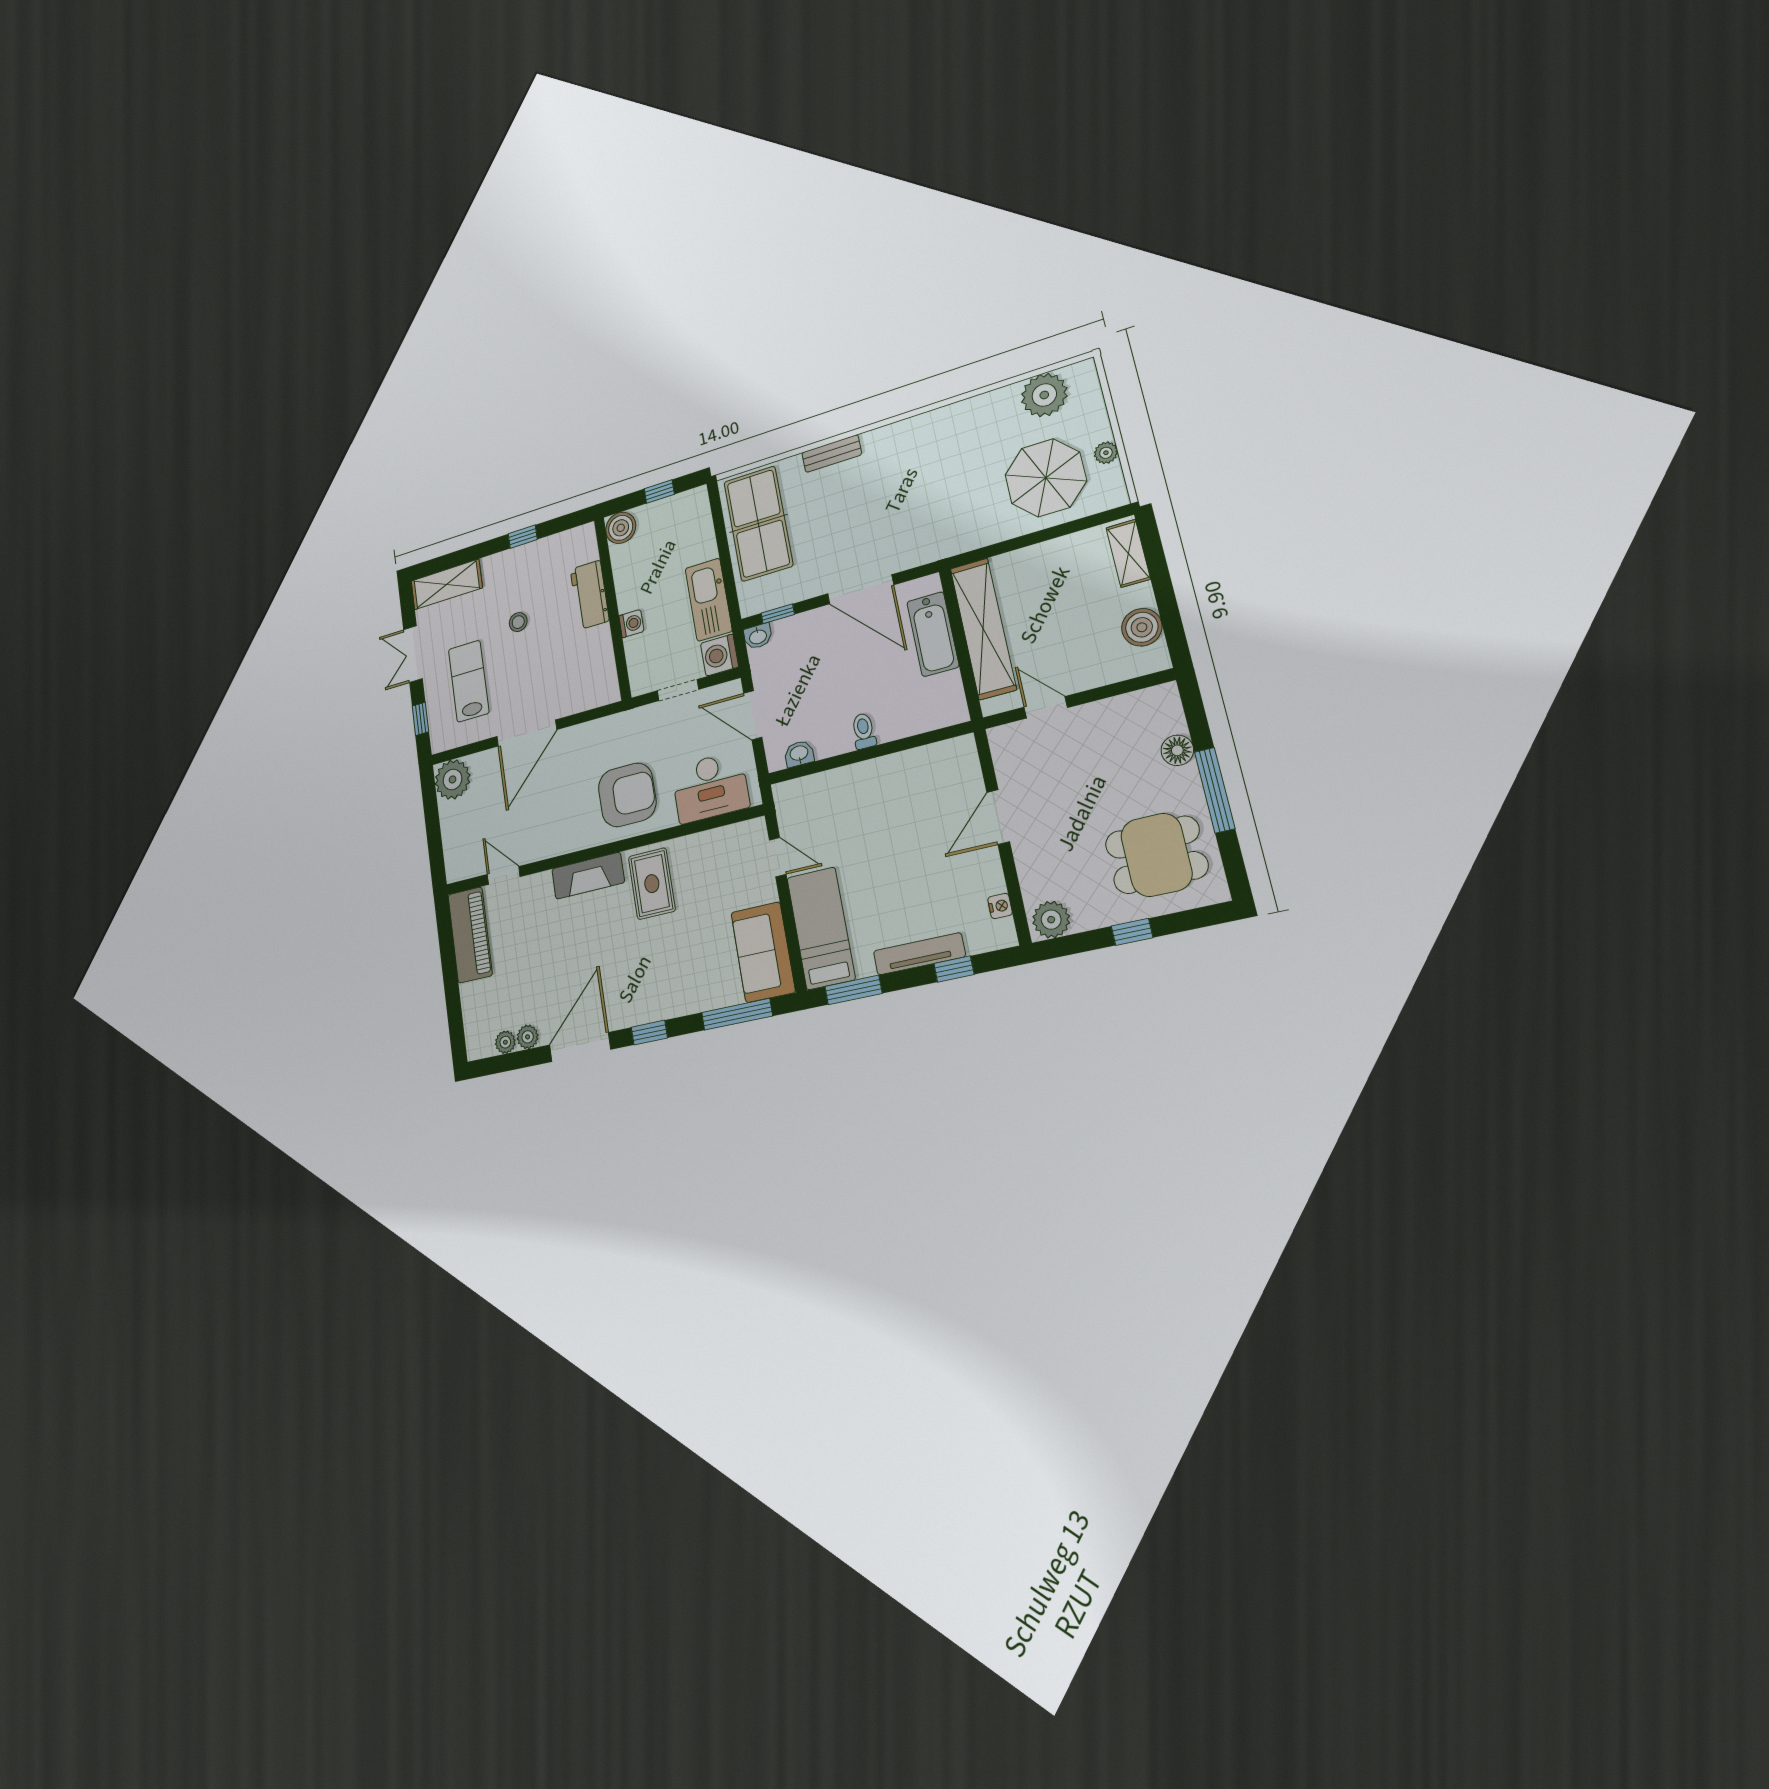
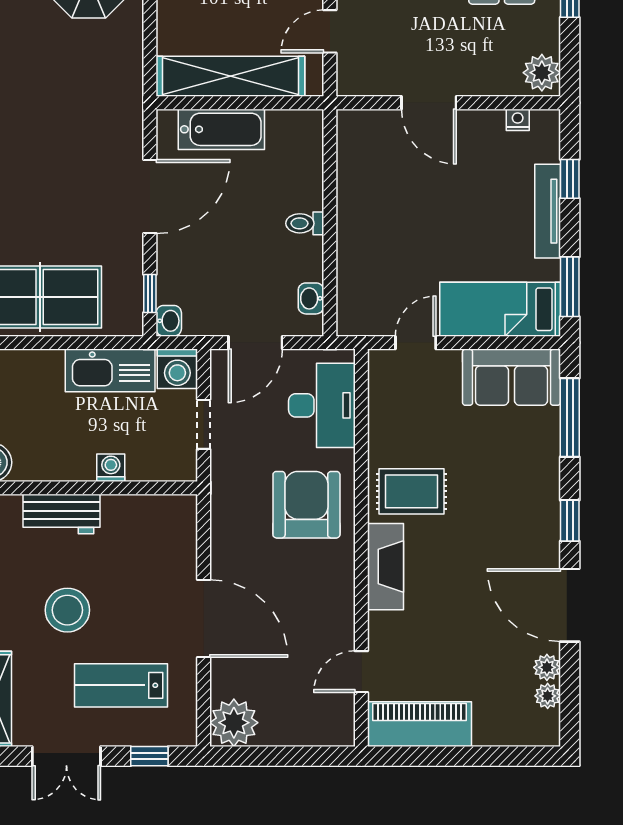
stool: (518, 622) -> (67, 610), width x1.89, depth x1.89

